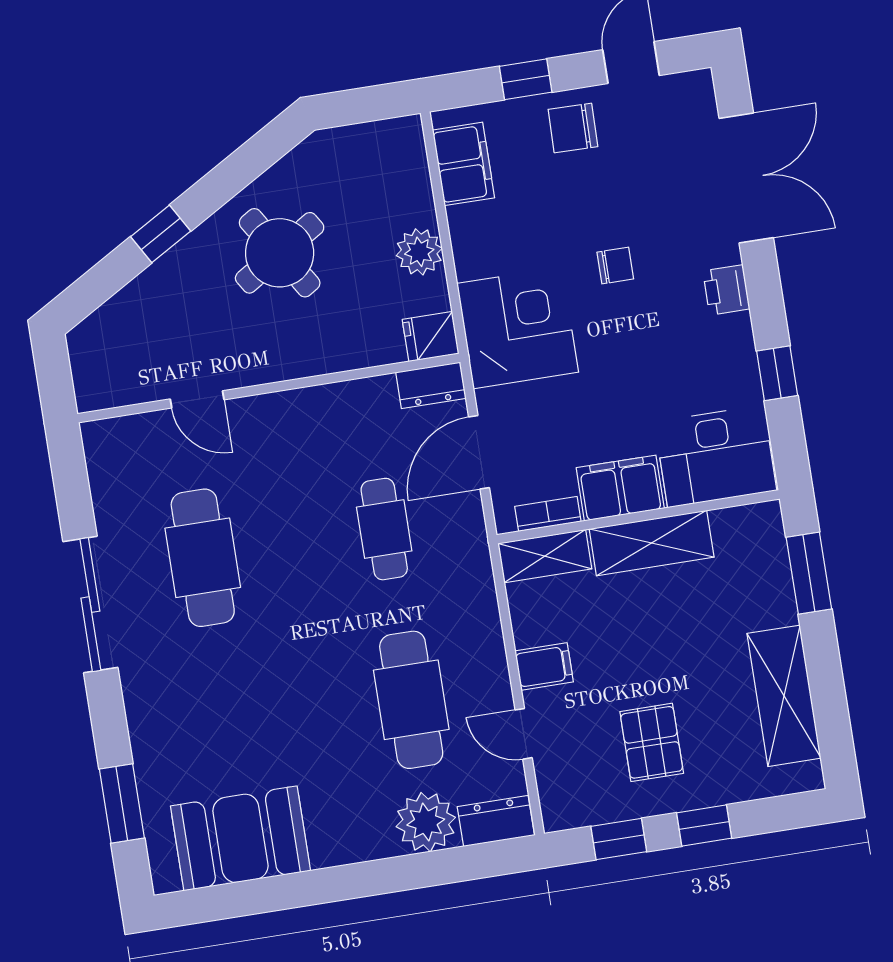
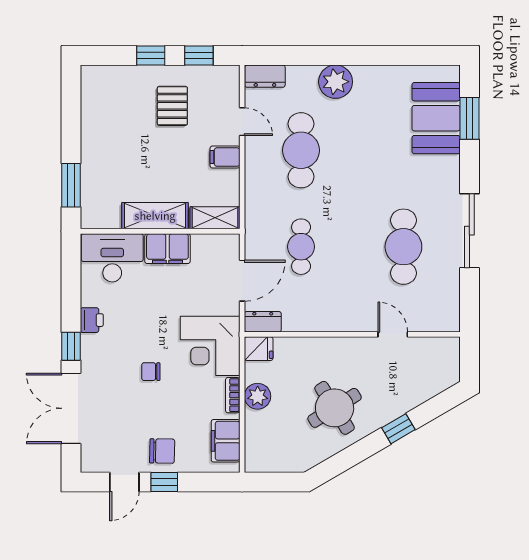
window: (526, 79) -> (164, 482), moved
printer: (726, 290) -> (92, 320), moved
window: (777, 373) -> (71, 346), moved
bookcase: (548, 514) -> (233, 395), moved, turned 90
shelving: (784, 696) -> (95, 120), removed
plant: (426, 822) -> (336, 82), moved
booth: (240, 838) -> (436, 118), moved, turned 90

